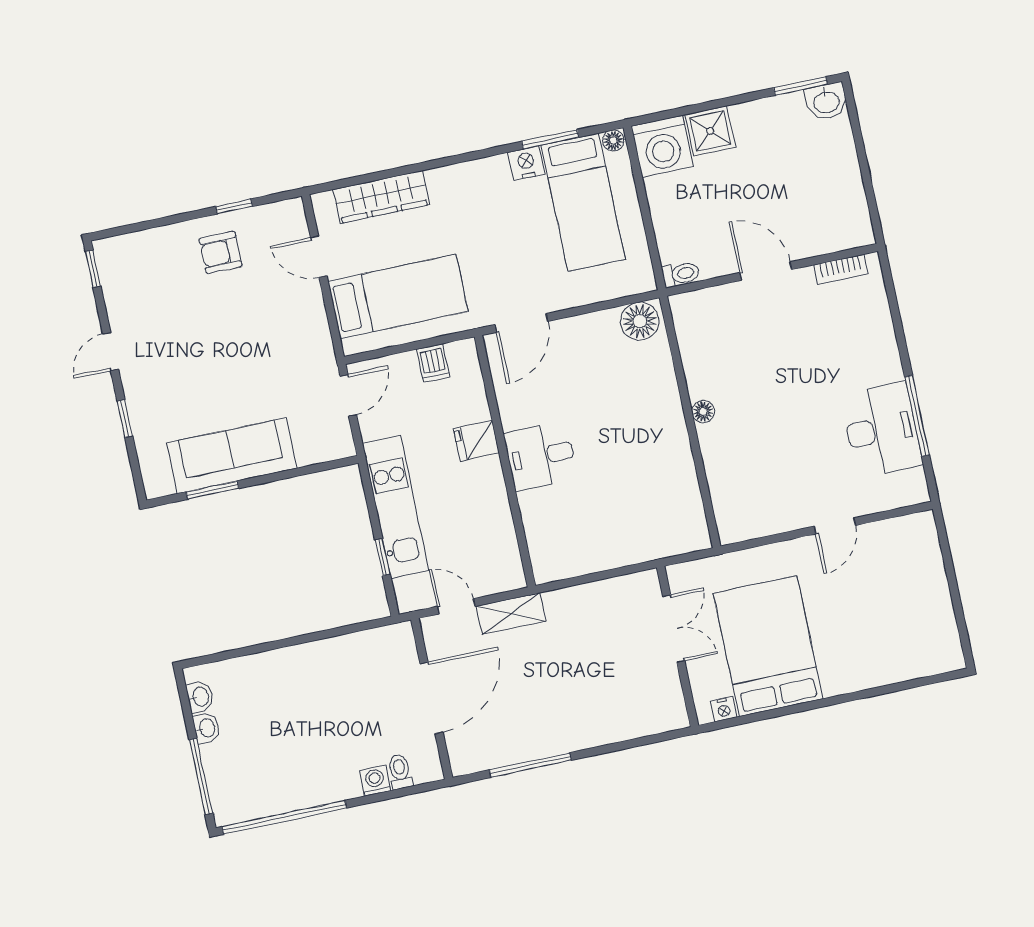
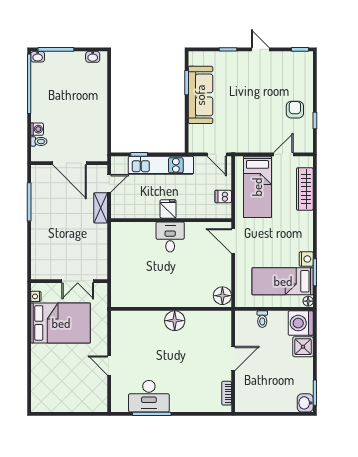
toilet: (681, 274) -> (262, 319), moved
floor lamp: (703, 411) -> (175, 321), width x1.89, depth x1.89
fridge: (476, 441) -> (168, 209), moved
washbasin: (206, 728) -> (38, 57), moved

